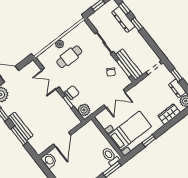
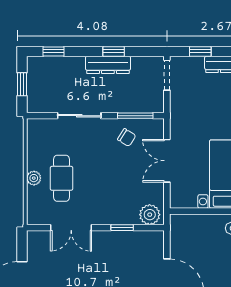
dresser: (123, 19) -> (108, 65), moved
window: (137, 24) -> (114, 51), moved
bench: (129, 64) -> (135, 105), removed
chair: (72, 92) -> (113, 212), removed
double door: (115, 99) -> (167, 161), swing flipped

